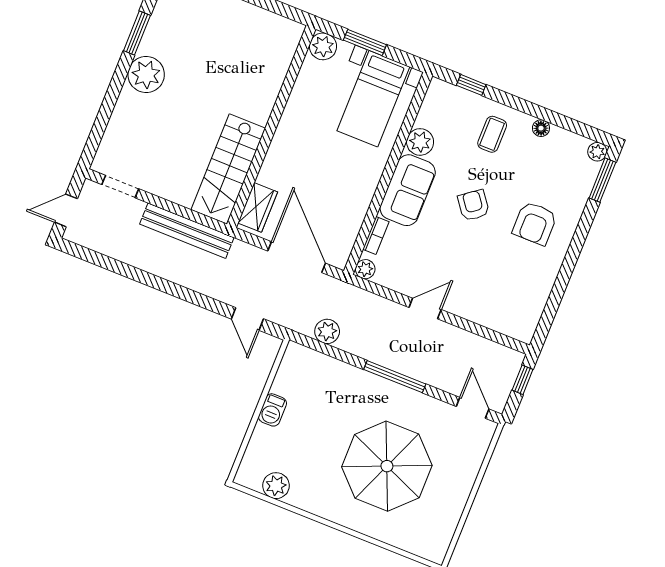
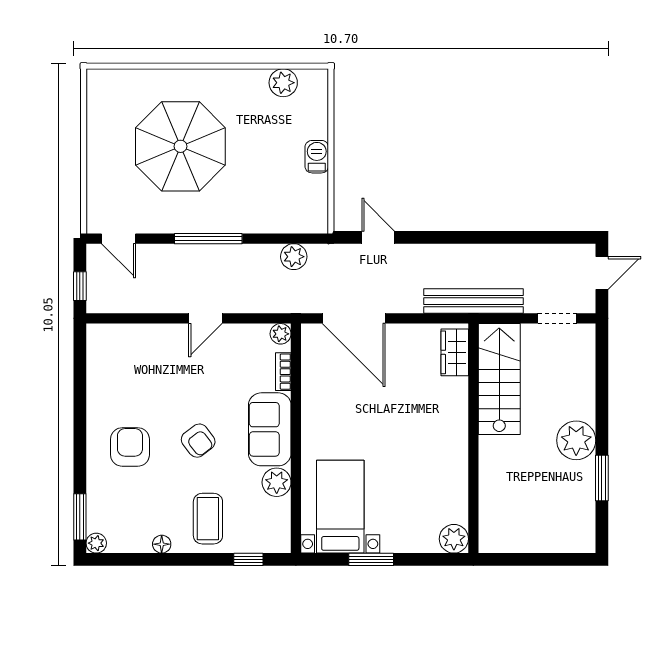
plant: (323, 46) -> (454, 539), moved
wall: (271, 127) -> (473, 438), moved
coffee table: (492, 134) -> (208, 519), width x1.36, depth x1.30
stairs: (228, 169) -> (499, 379), moved
wardrobe: (258, 207) -> (455, 352), moved

